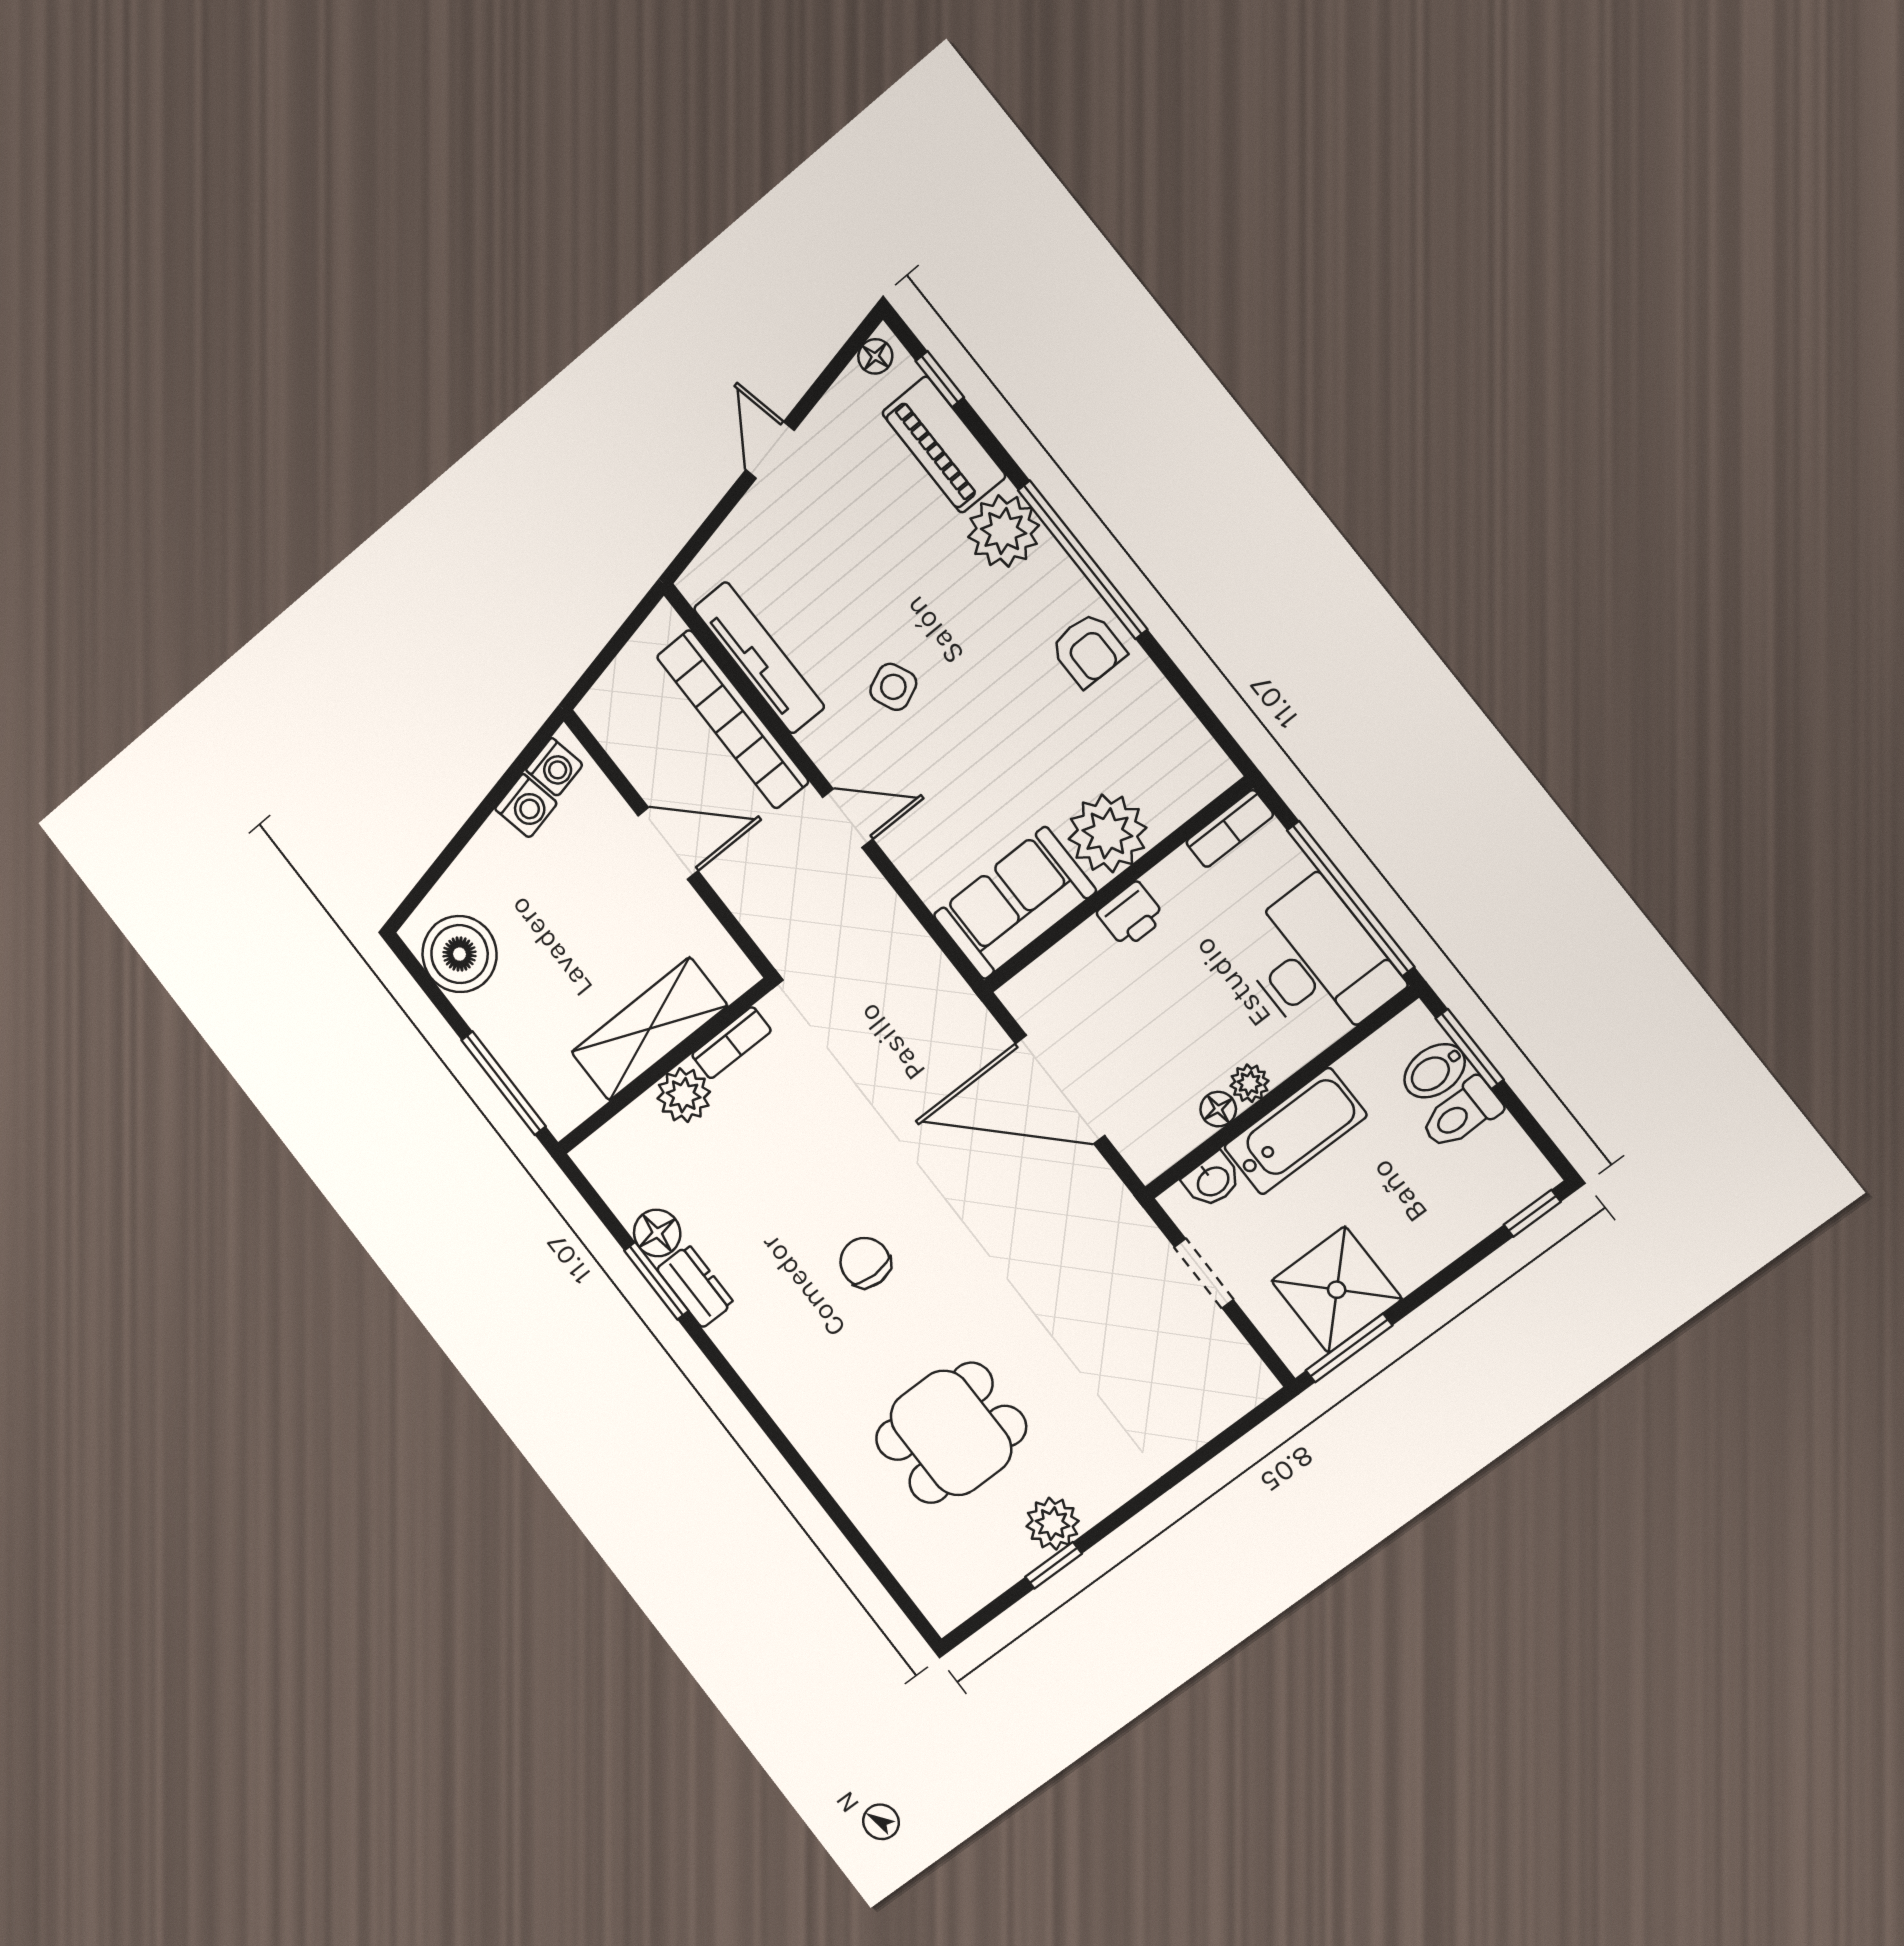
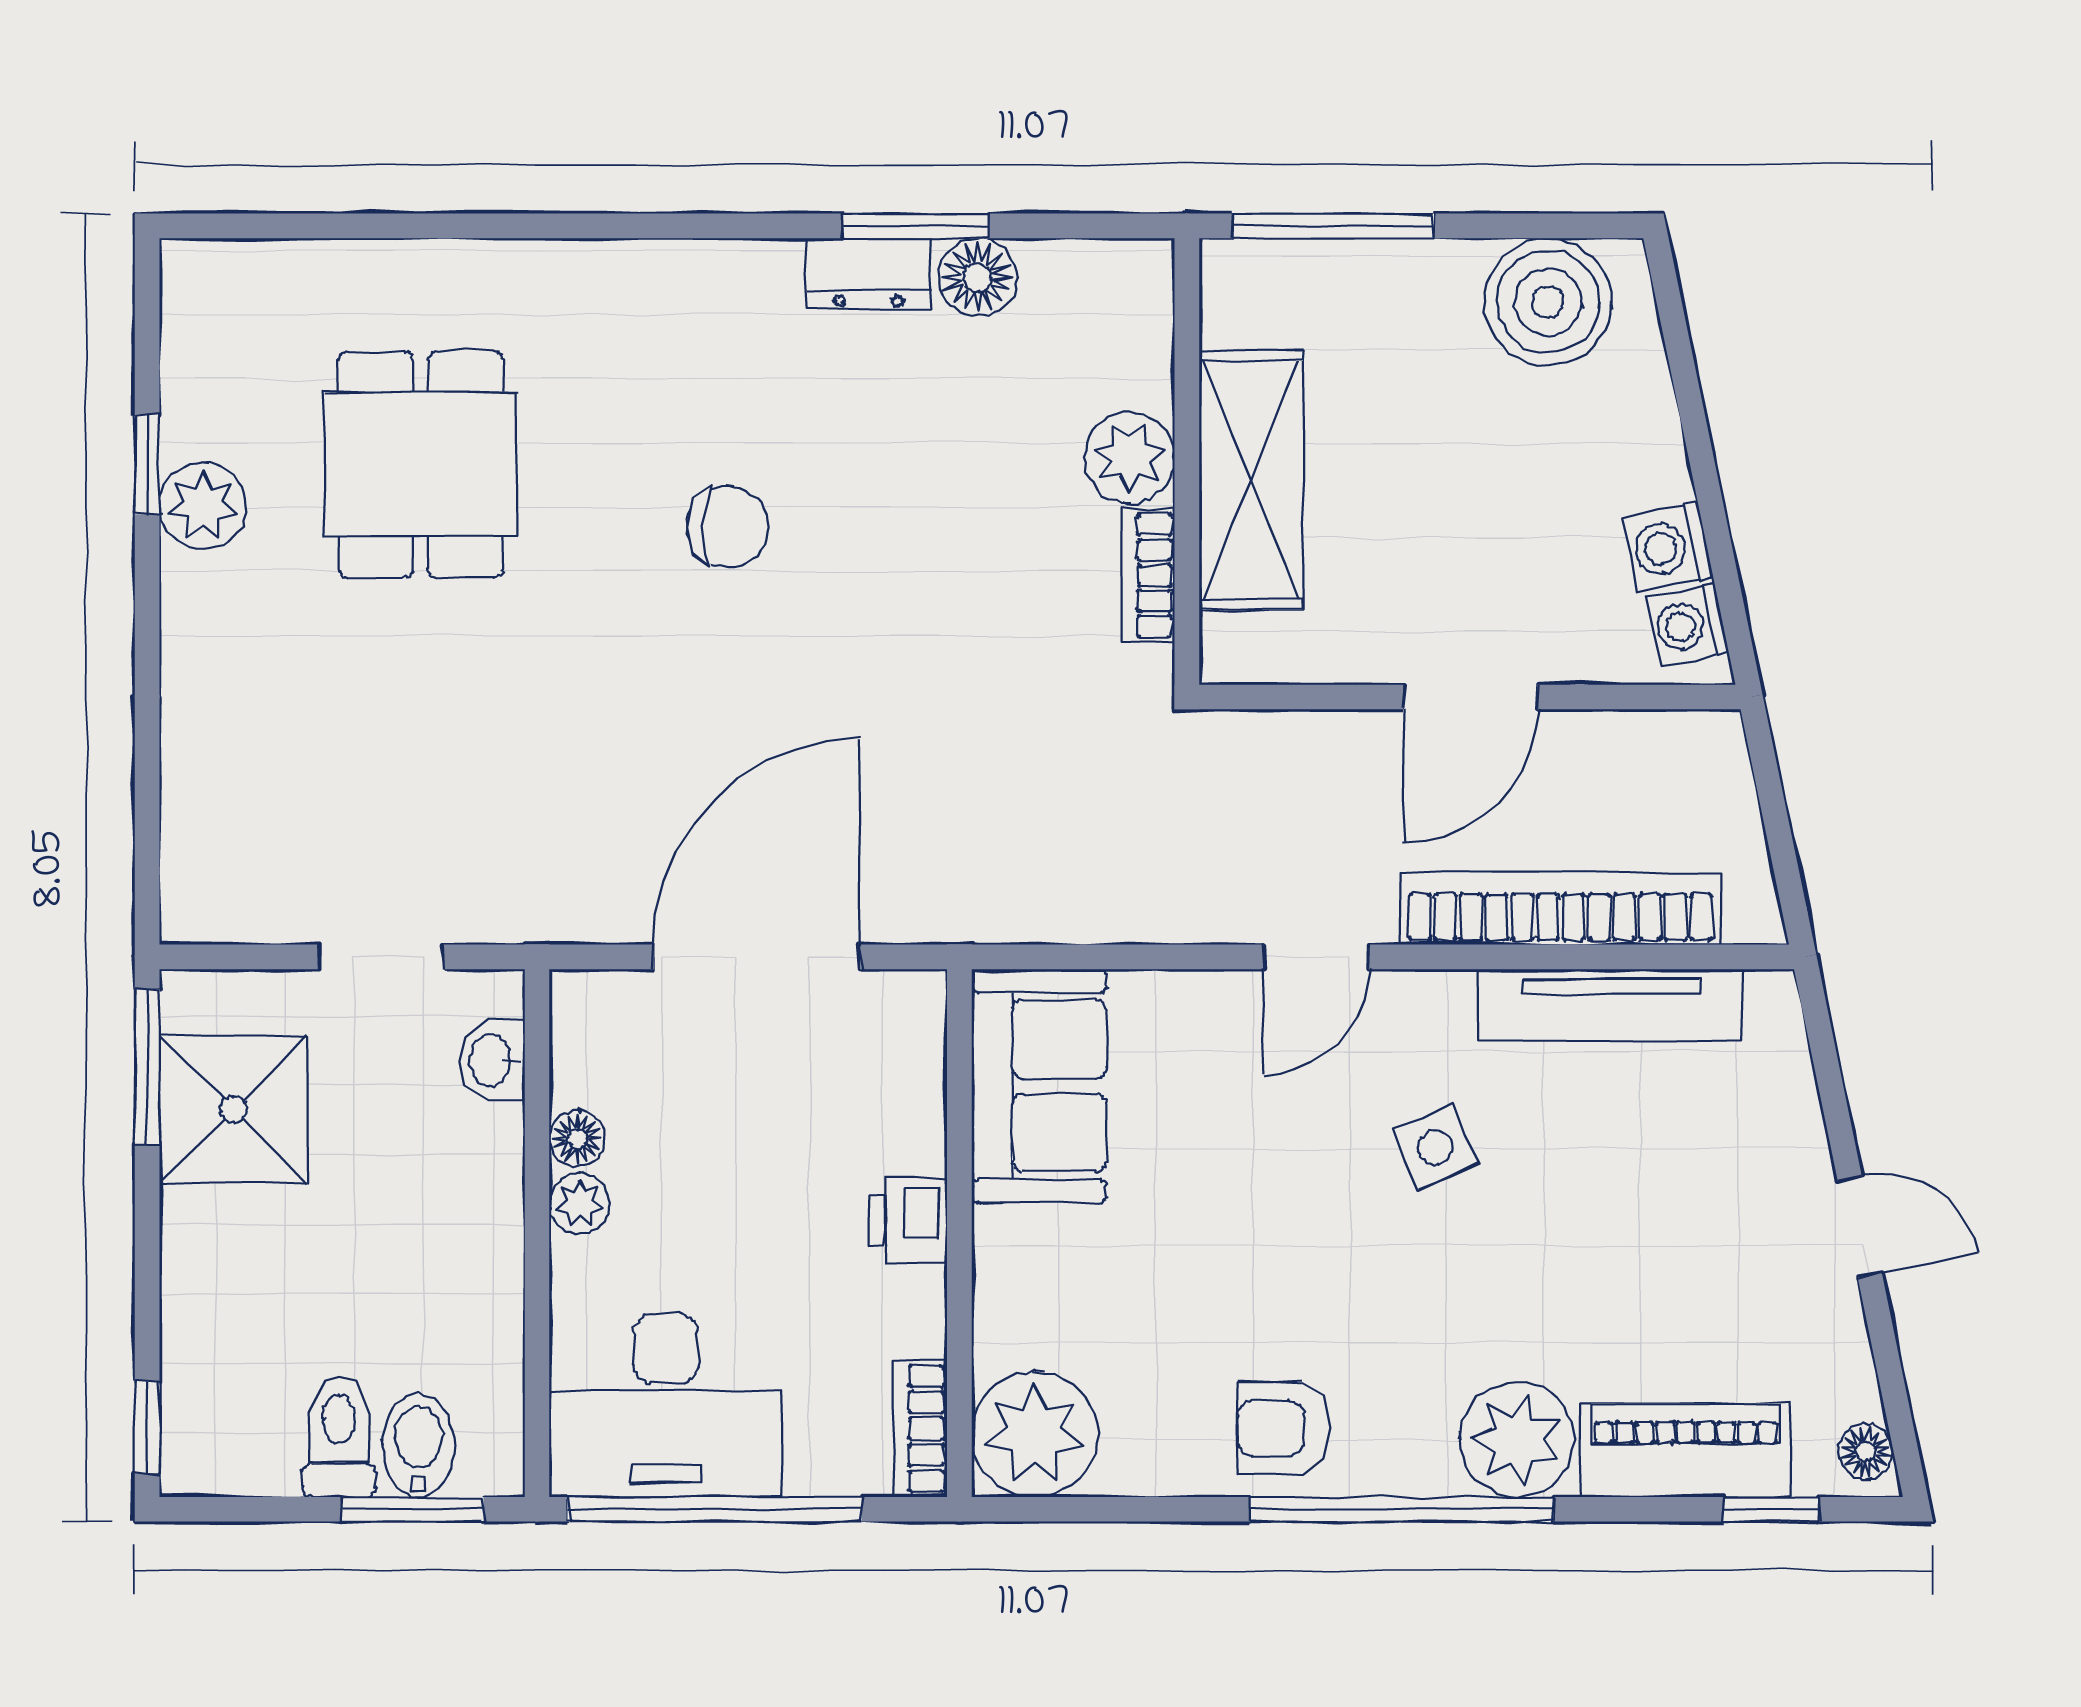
plant: (1107, 833) -> (1035, 1434), moved
bathtub: (1295, 1131) -> (475, 1214), removed

